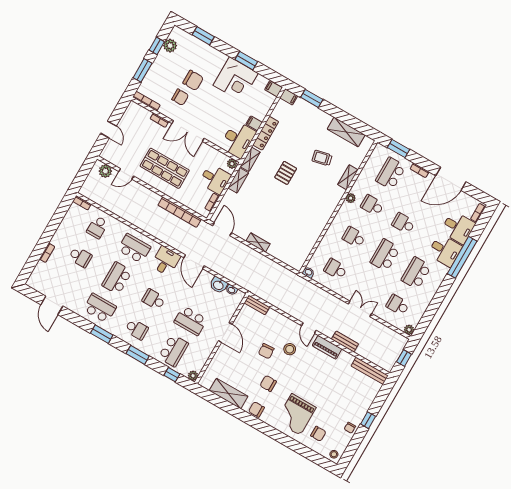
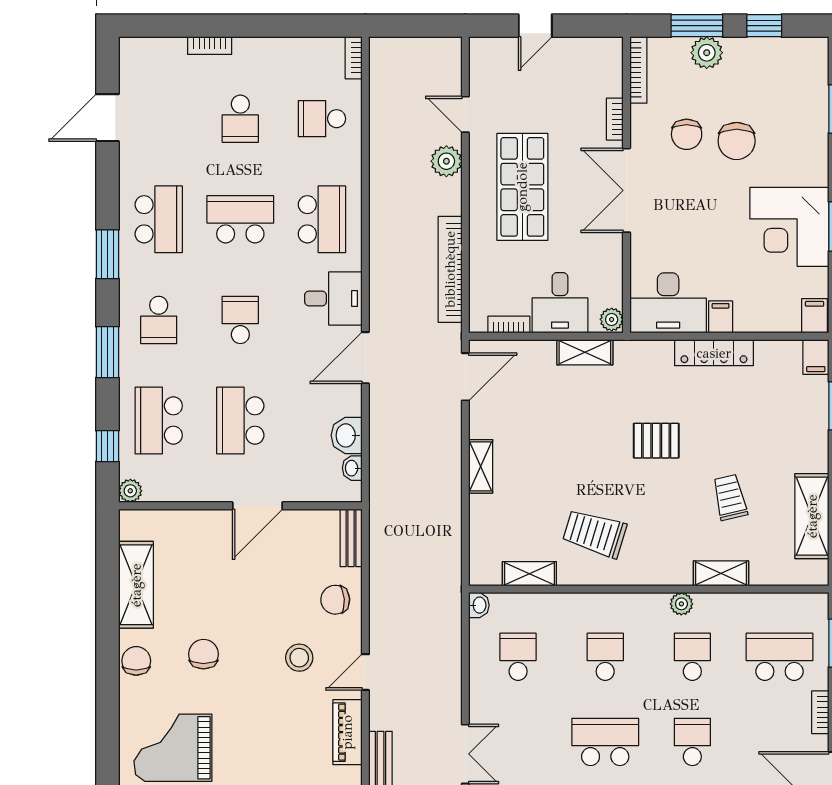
plant: (170, 46) -> (707, 53), moved
shelving: (250, 159) -> (529, 574), moved
plant: (105, 171) -> (446, 161), moved
trolley: (307, 215) -> (595, 533), added
school desk: (173, 351) -> (159, 420), turned 90
chair: (266, 351) -> (335, 600), moved

